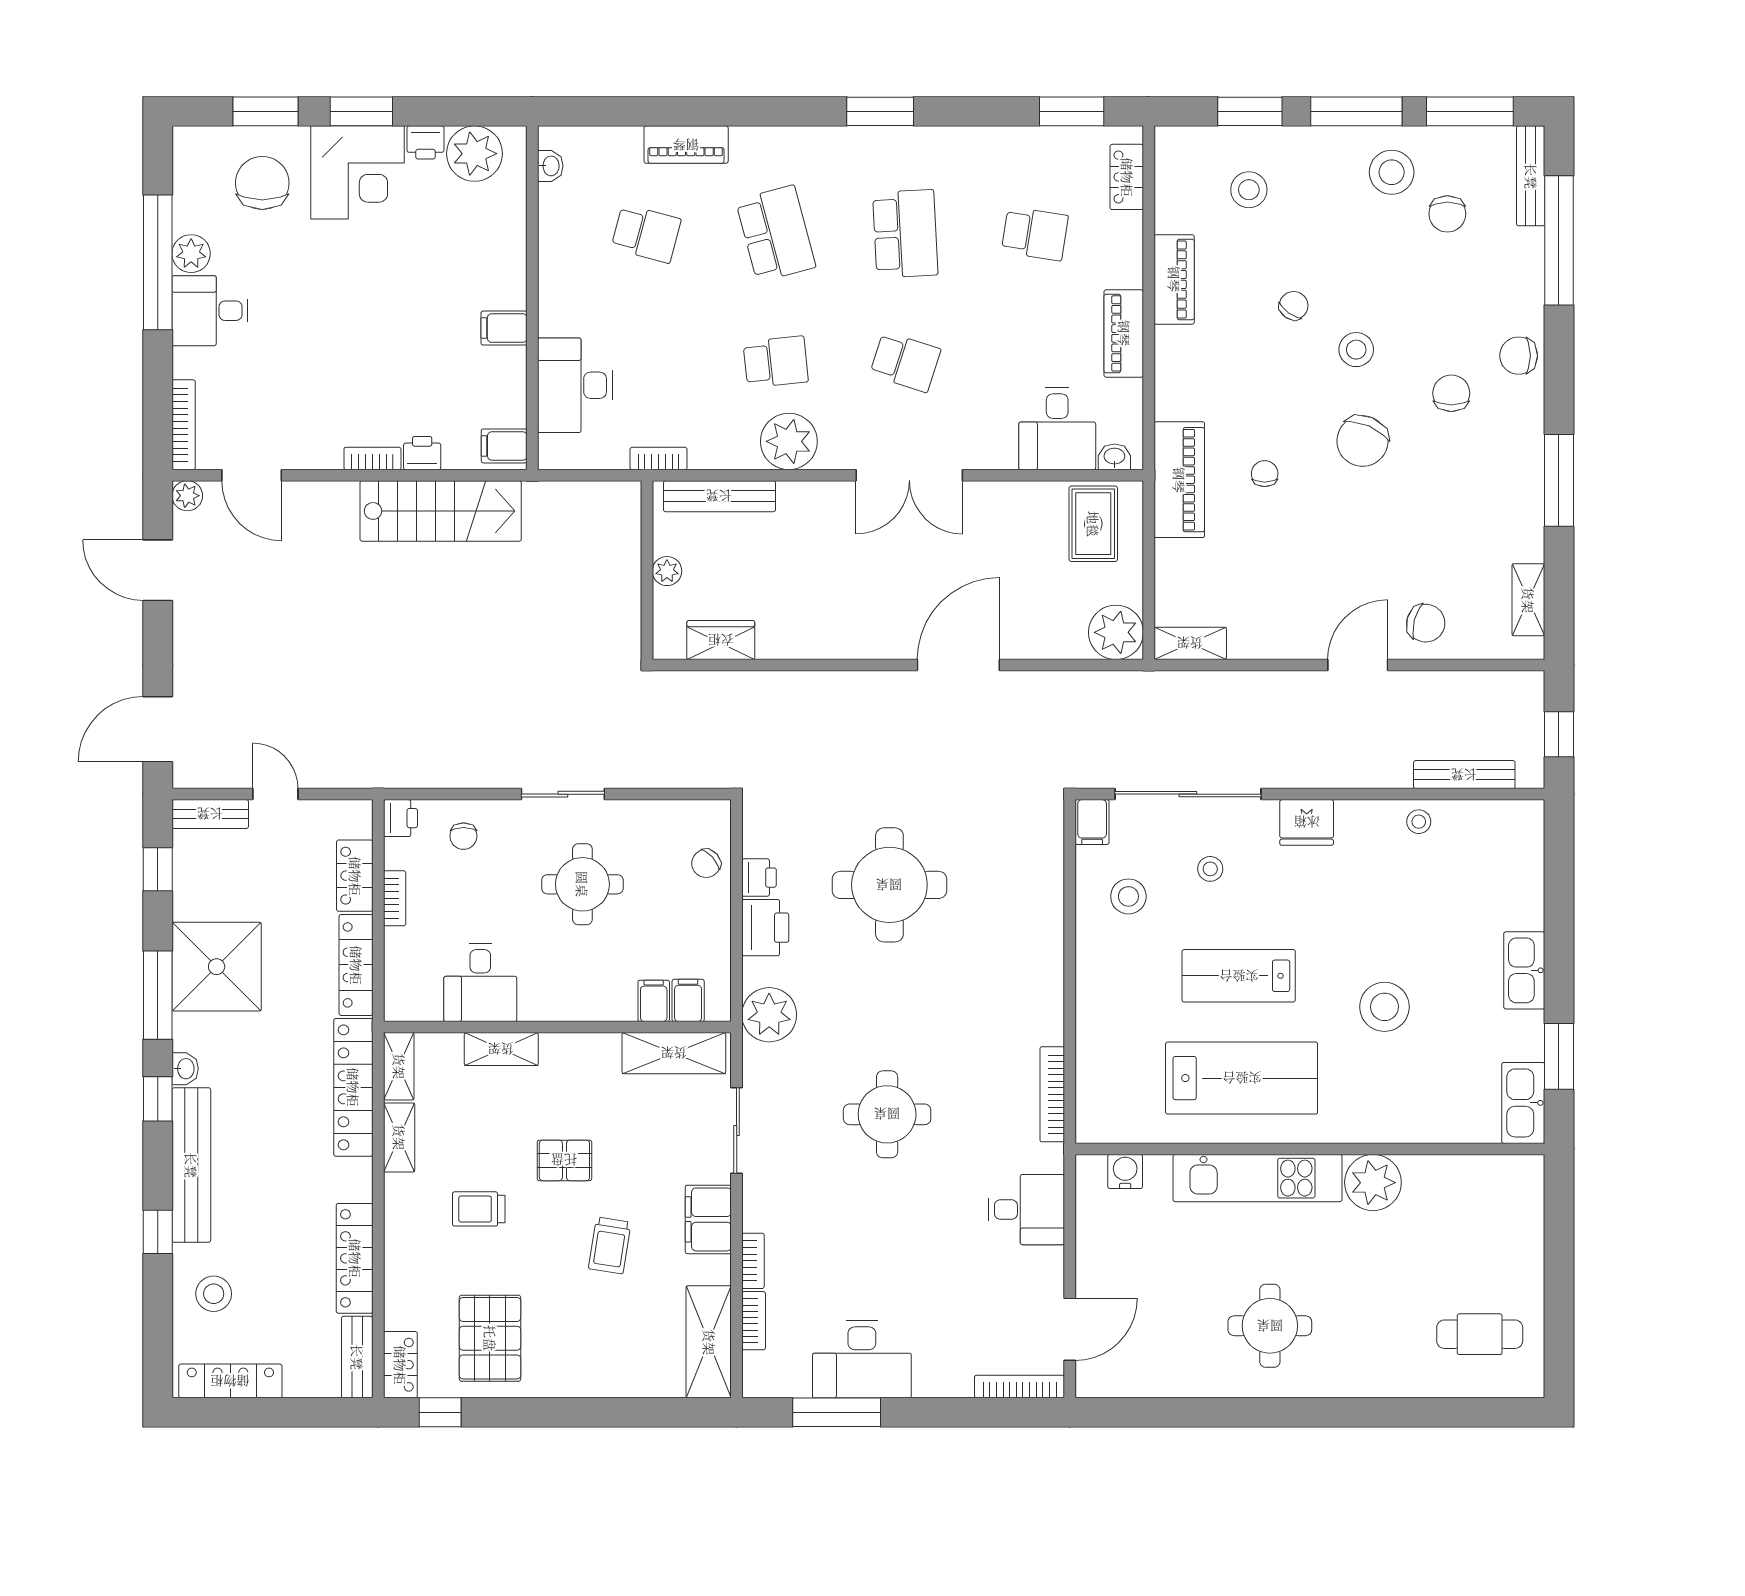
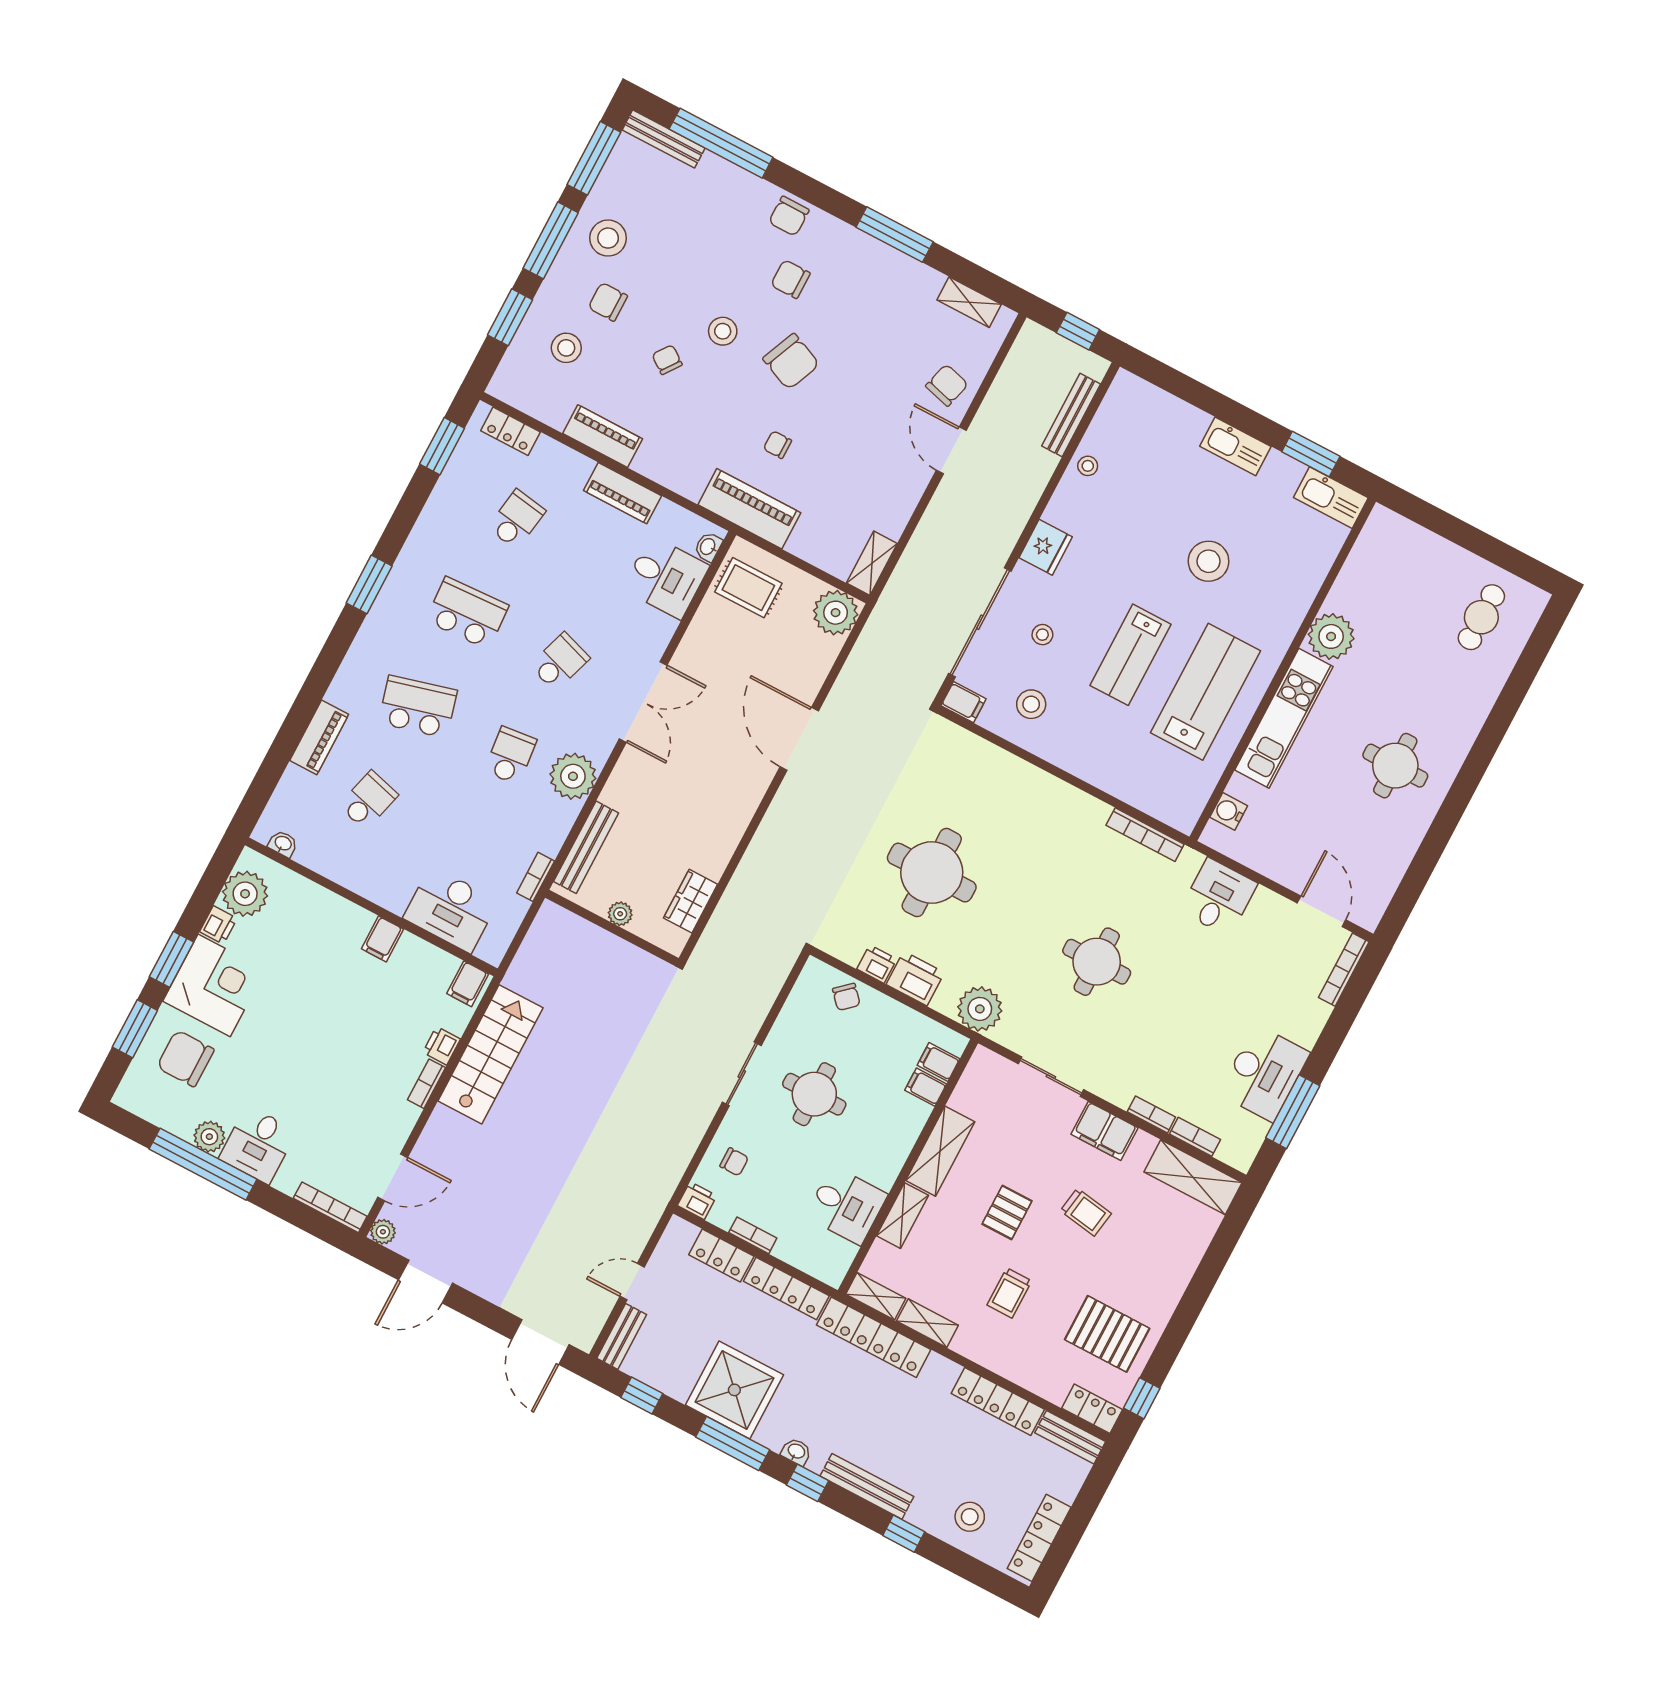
chair: (1447, 214) -> (608, 302), moved, turned 180
shelving: (674, 1053) -> (940, 1151), moved
bench: (191, 1165) -> (867, 1486), width x0.73, depth x0.82

